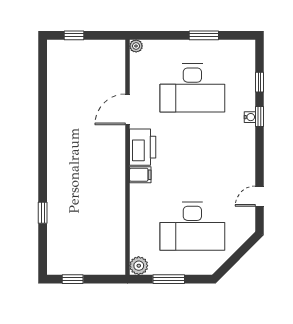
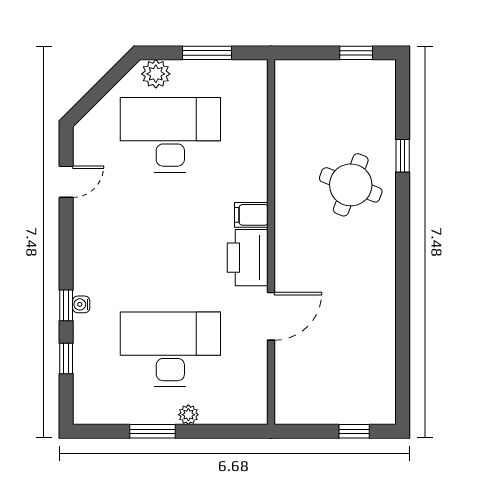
plant: (136, 46) -> (188, 415), moved
round table: (76, 194) -> (351, 185), added
plant: (139, 266) -> (156, 74), moved

